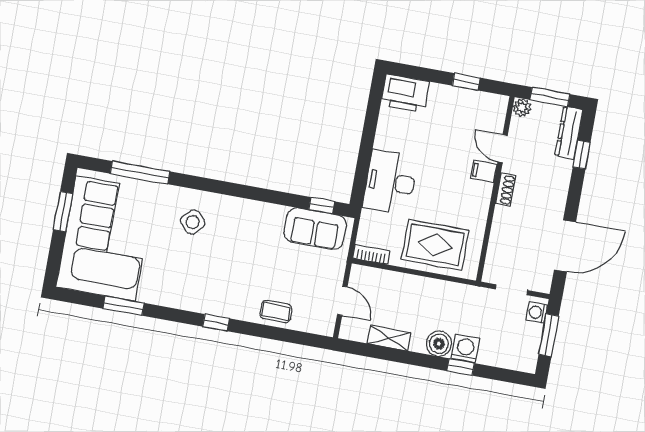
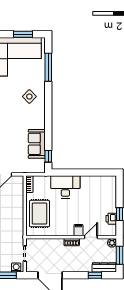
printer: (405, 93) -> (111, 219), moved, width x0.53, depth x0.68
sofa: (315, 229) -> (37, 144), moved

